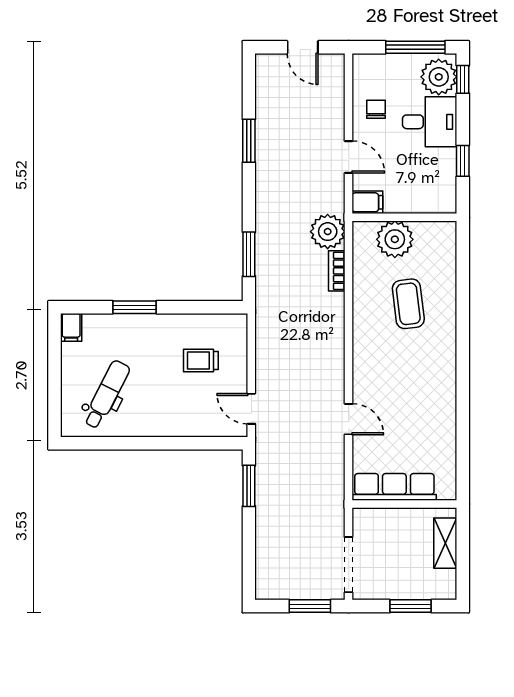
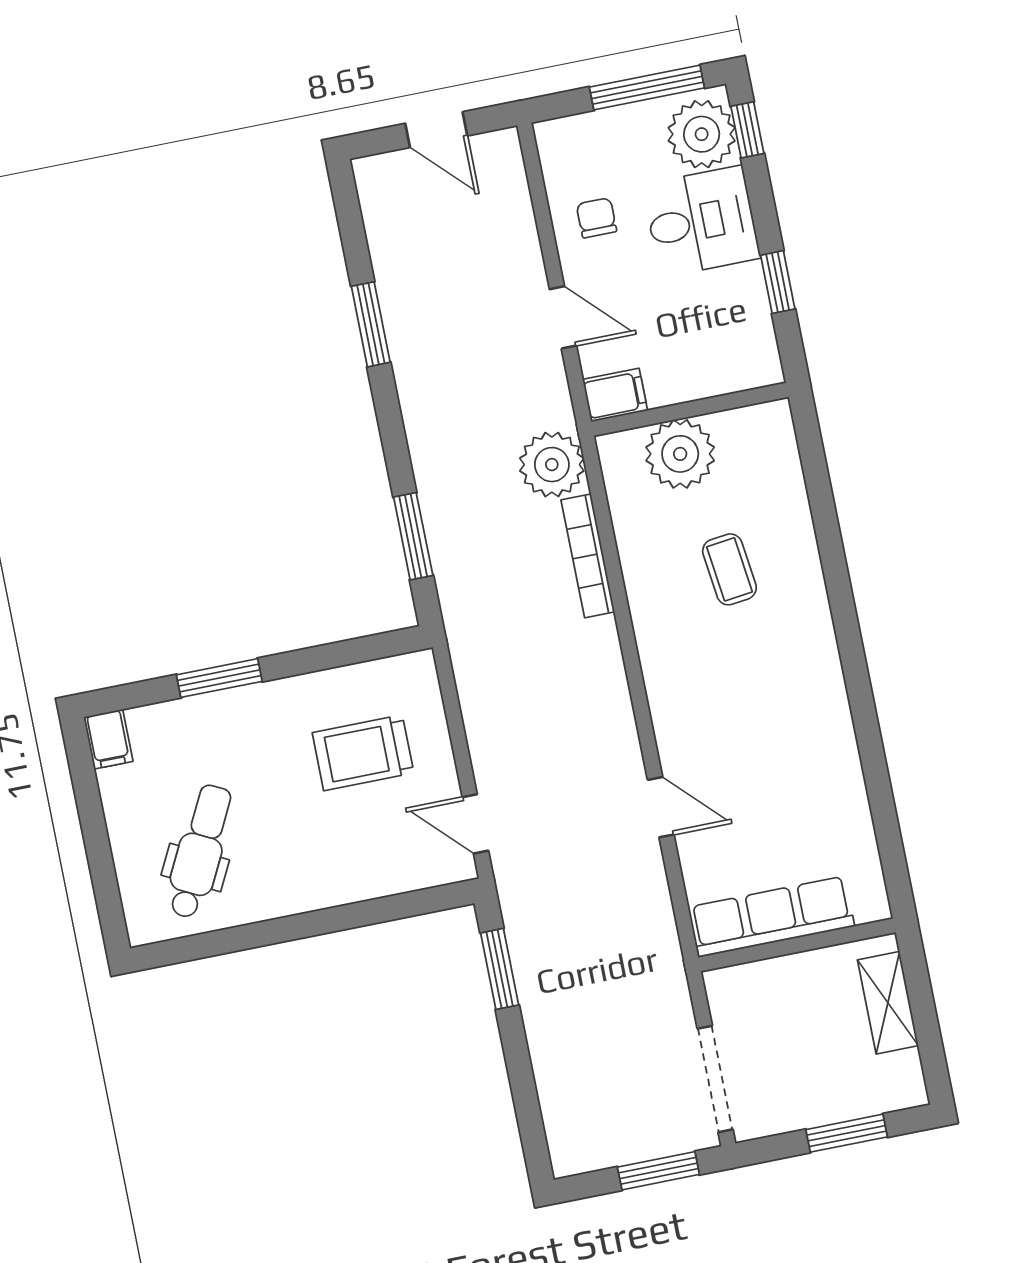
bookcase: (337, 271) -> (588, 556), width x1.56
coffee table: (408, 304) -> (729, 569), width x0.73, depth x0.77
trolley: (201, 361) -> (363, 753), width x1.36, depth x1.39

